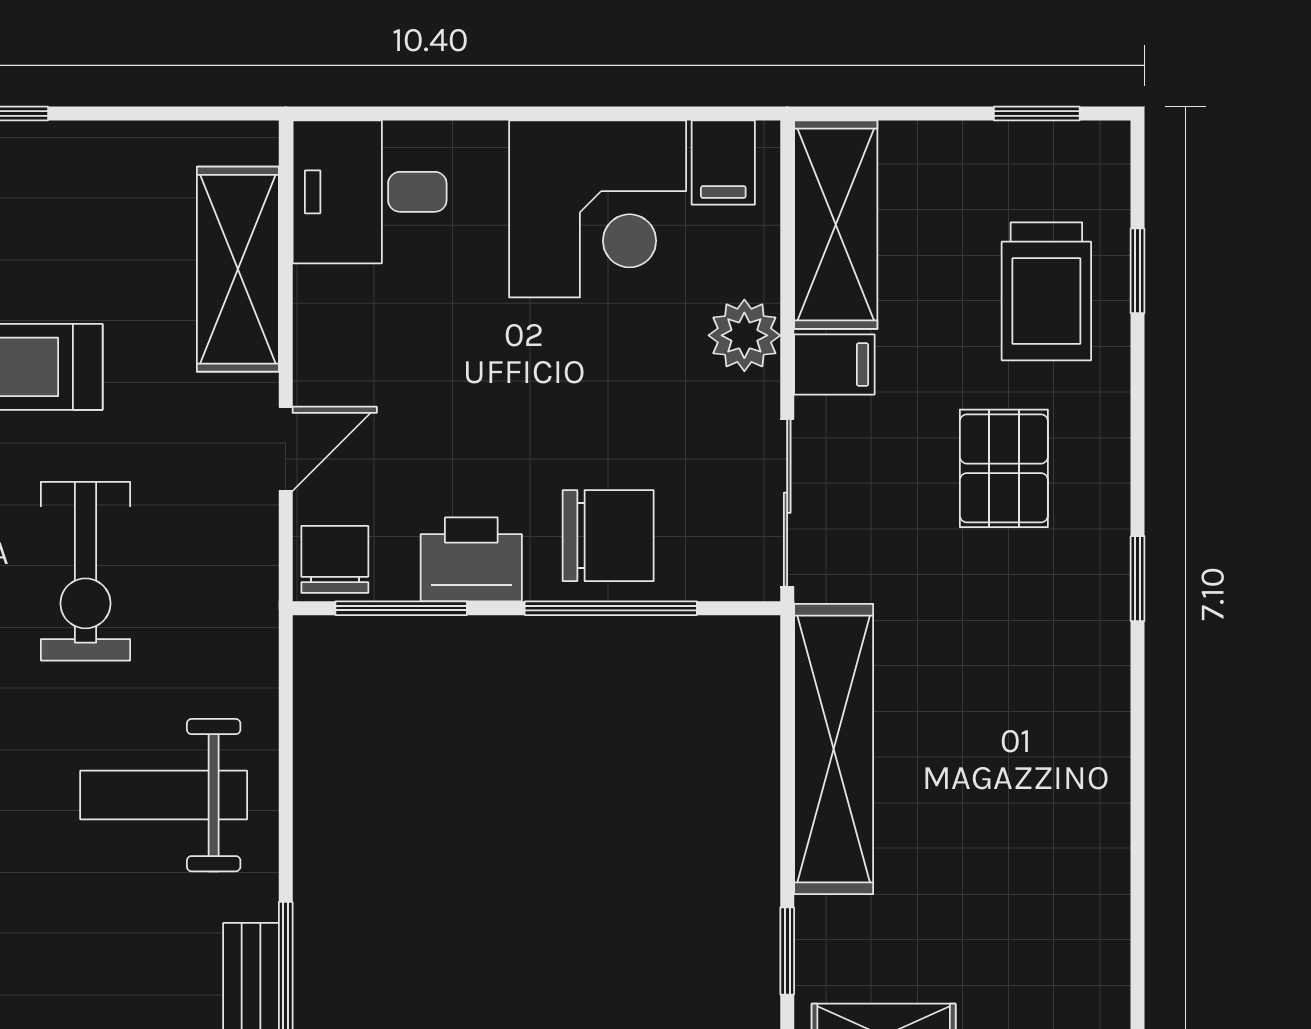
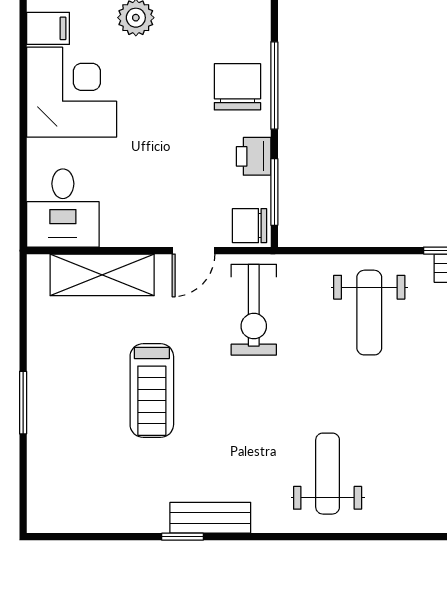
door: (286, 449) -> (193, 251), swing flipped
printer: (471, 559) -> (254, 156), width x0.73, depth x0.81
exercise bike: (85, 571) -> (254, 310), moved, turned 90

